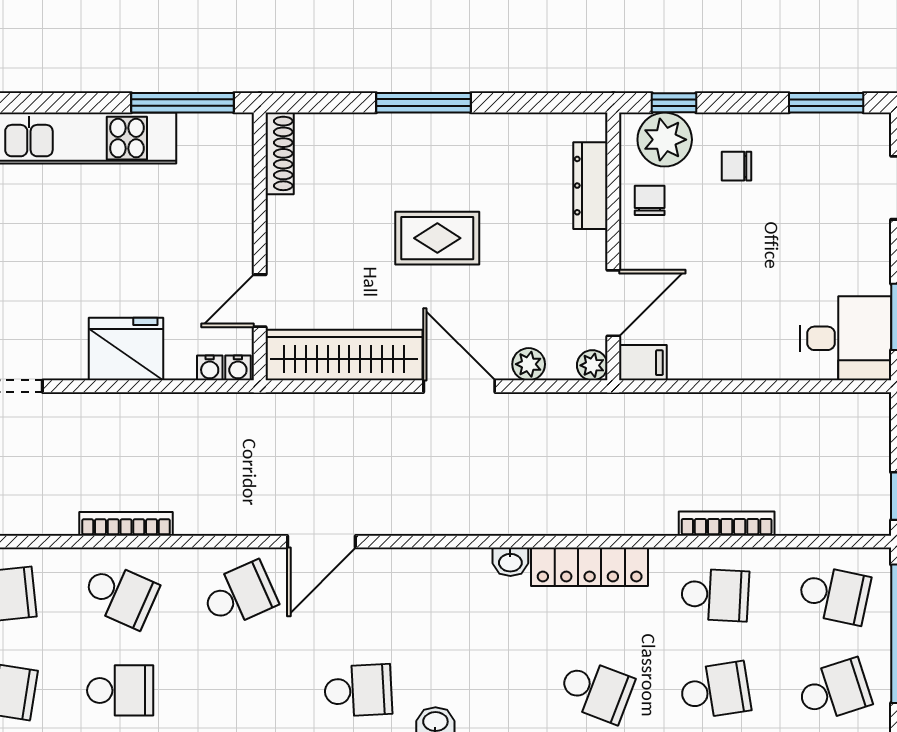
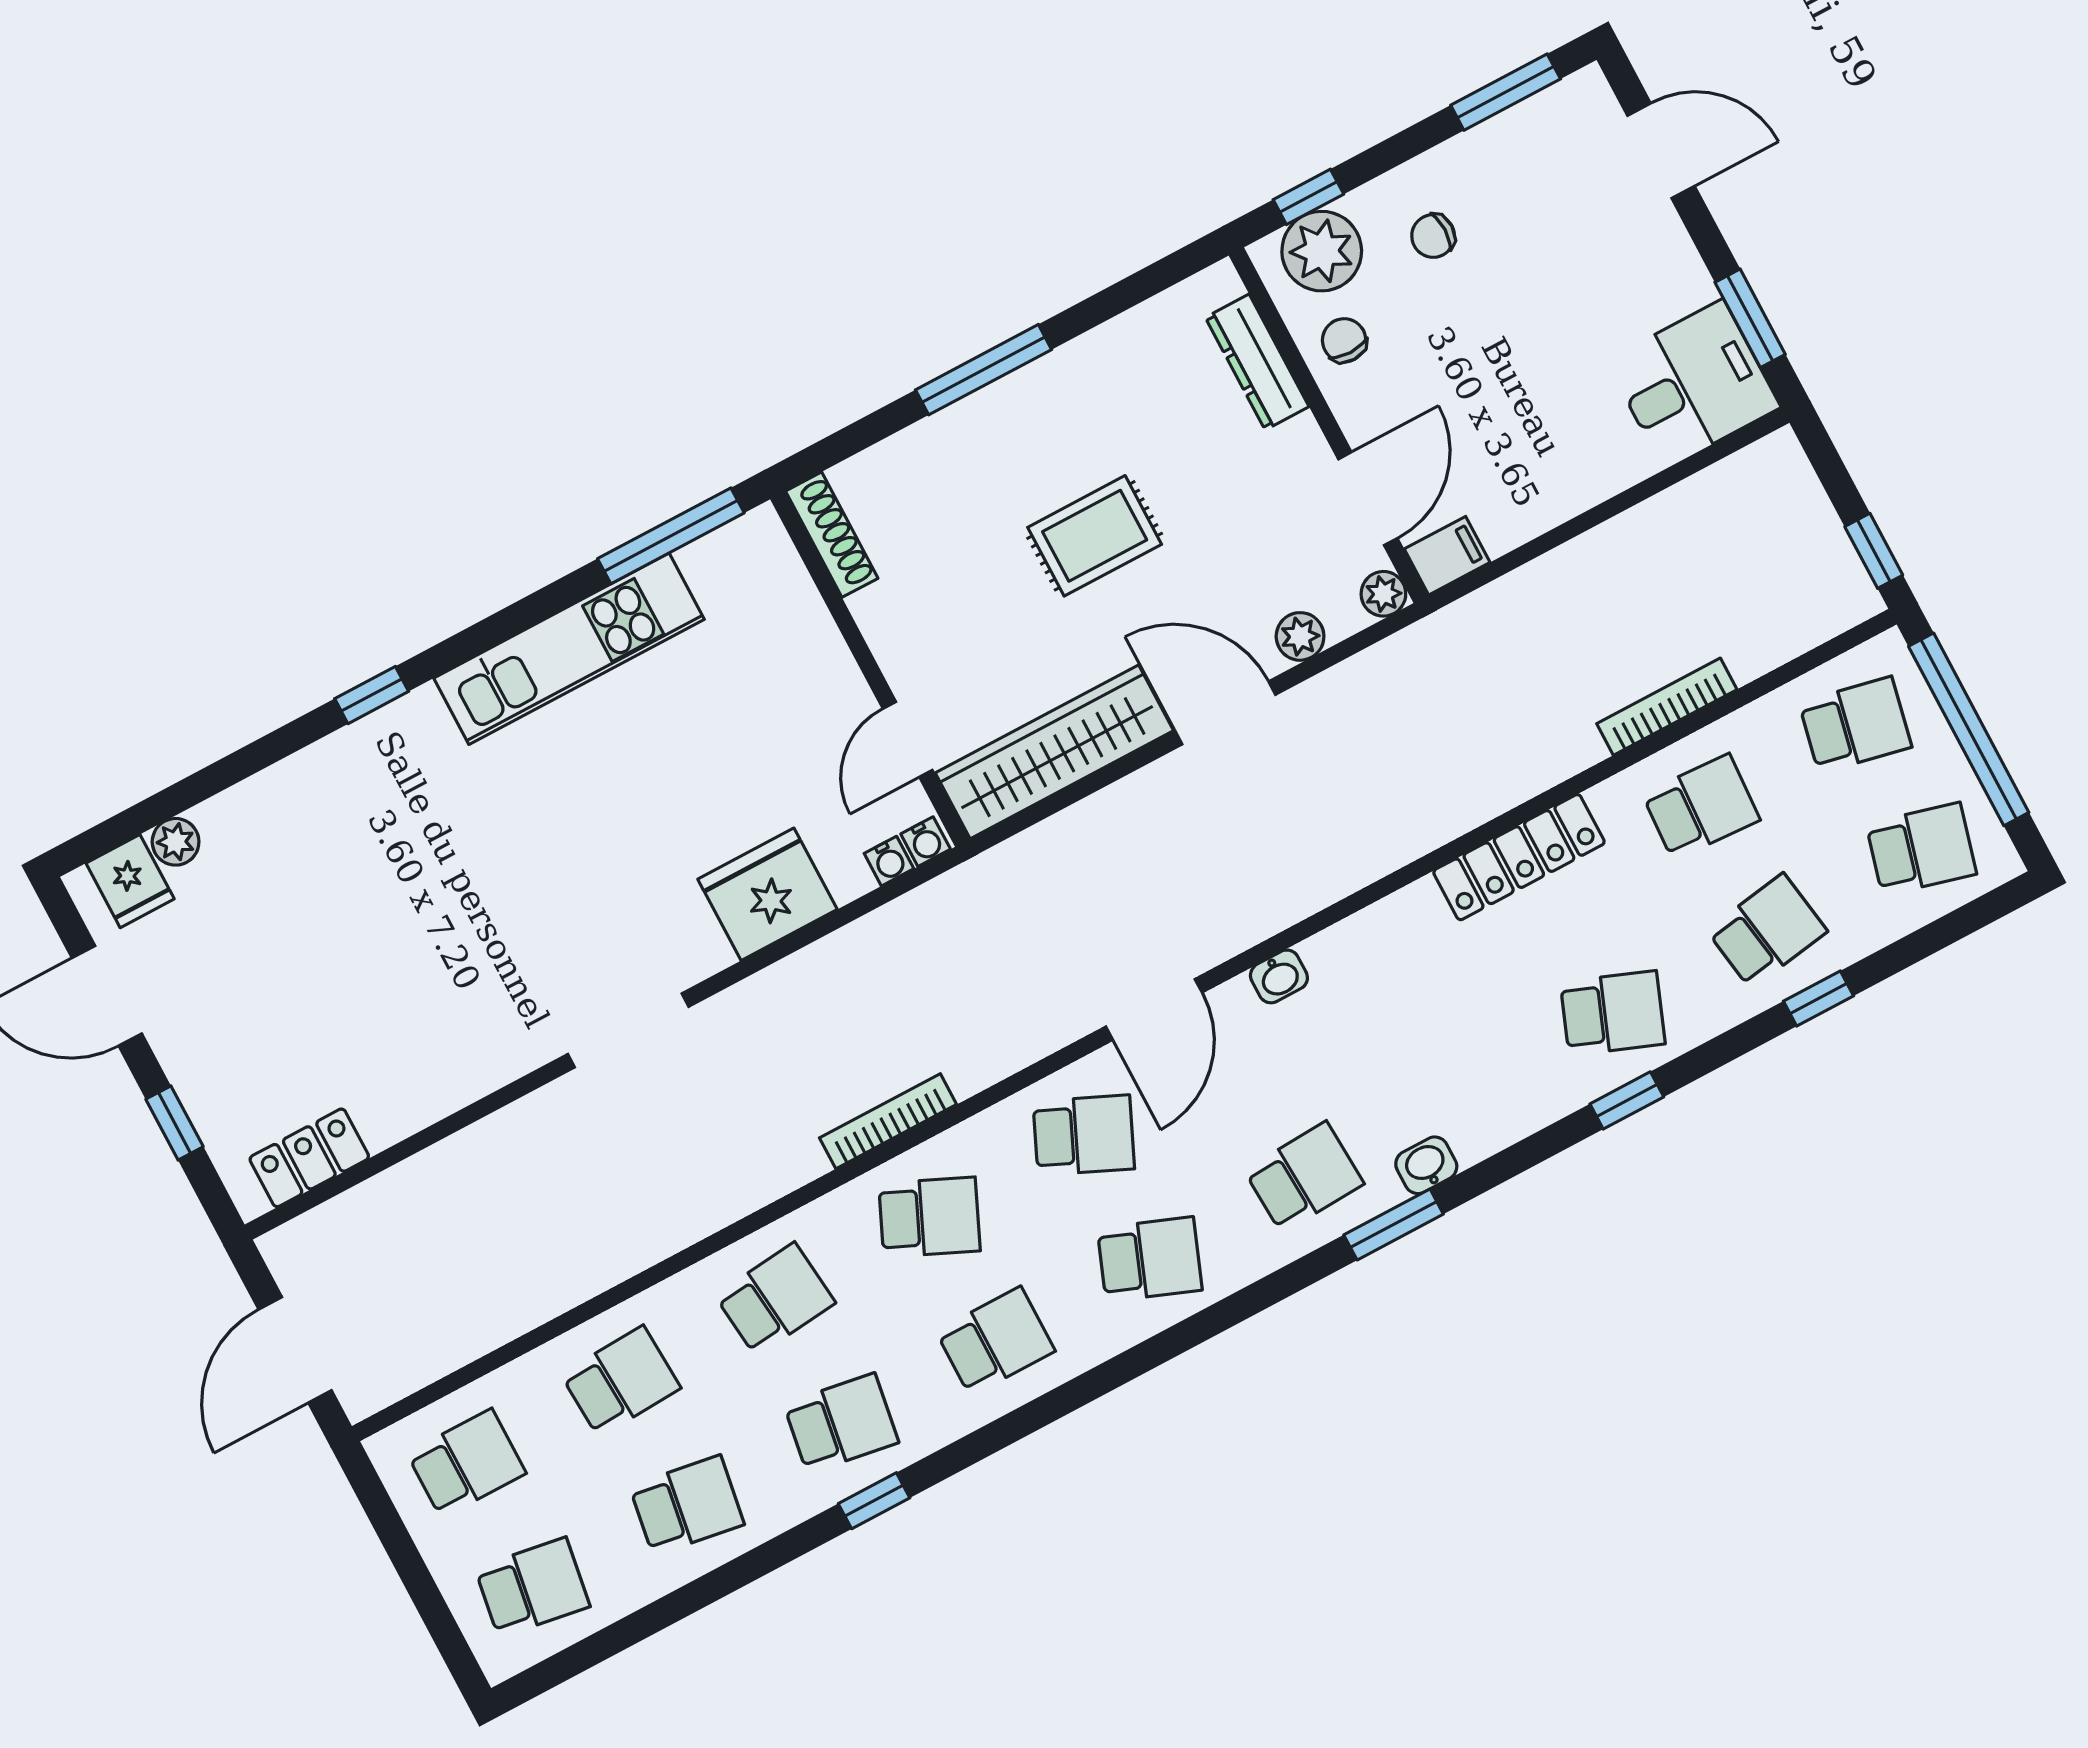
washbasin: (510, 562) -> (1279, 976), moved
school desk: (239, 595) -> (1084, 1135), turned 48
school desk: (239, 690) -> (1150, 1259), added
school desk: (834, 690) -> (1921, 849), turned 33

